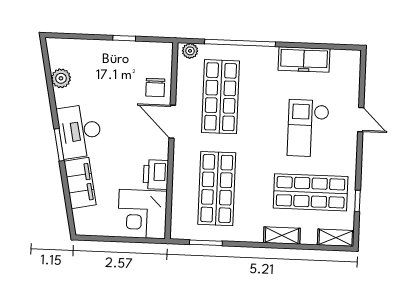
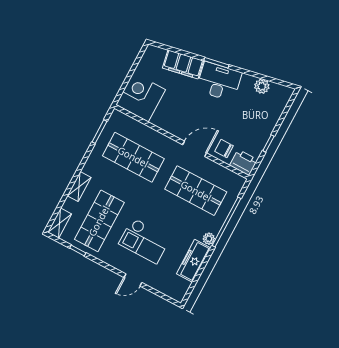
plant: (190, 51) -> (209, 239), moved
checkout: (308, 128) -> (145, 241), turned 180
printer: (156, 174) -> (244, 162), moved

